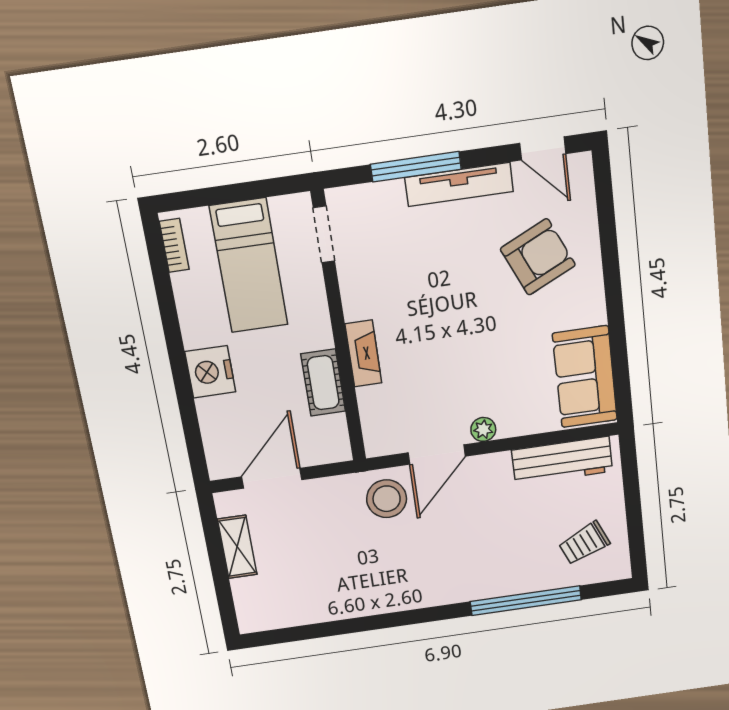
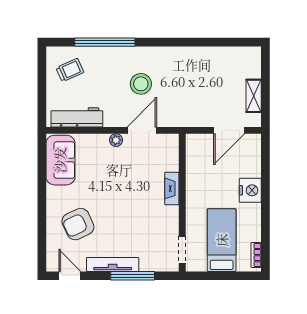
cot: (323, 383) -> (194, 177), removed
stool: (387, 499) -> (141, 84), moved

